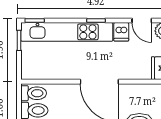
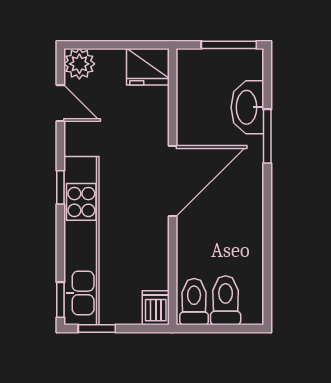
door: (142, 21) -> (60, 103), hinge flipped
dishwasher: (121, 32) -> (156, 308), moved, turned -90

